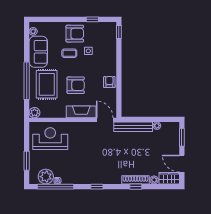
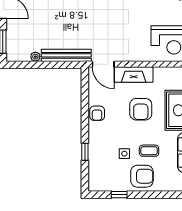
window: (119, 32) -> (85, 152), moved
armchair: (75, 34) -> (142, 176), turned 180
armchair: (76, 85) -> (141, 109), turned -90

